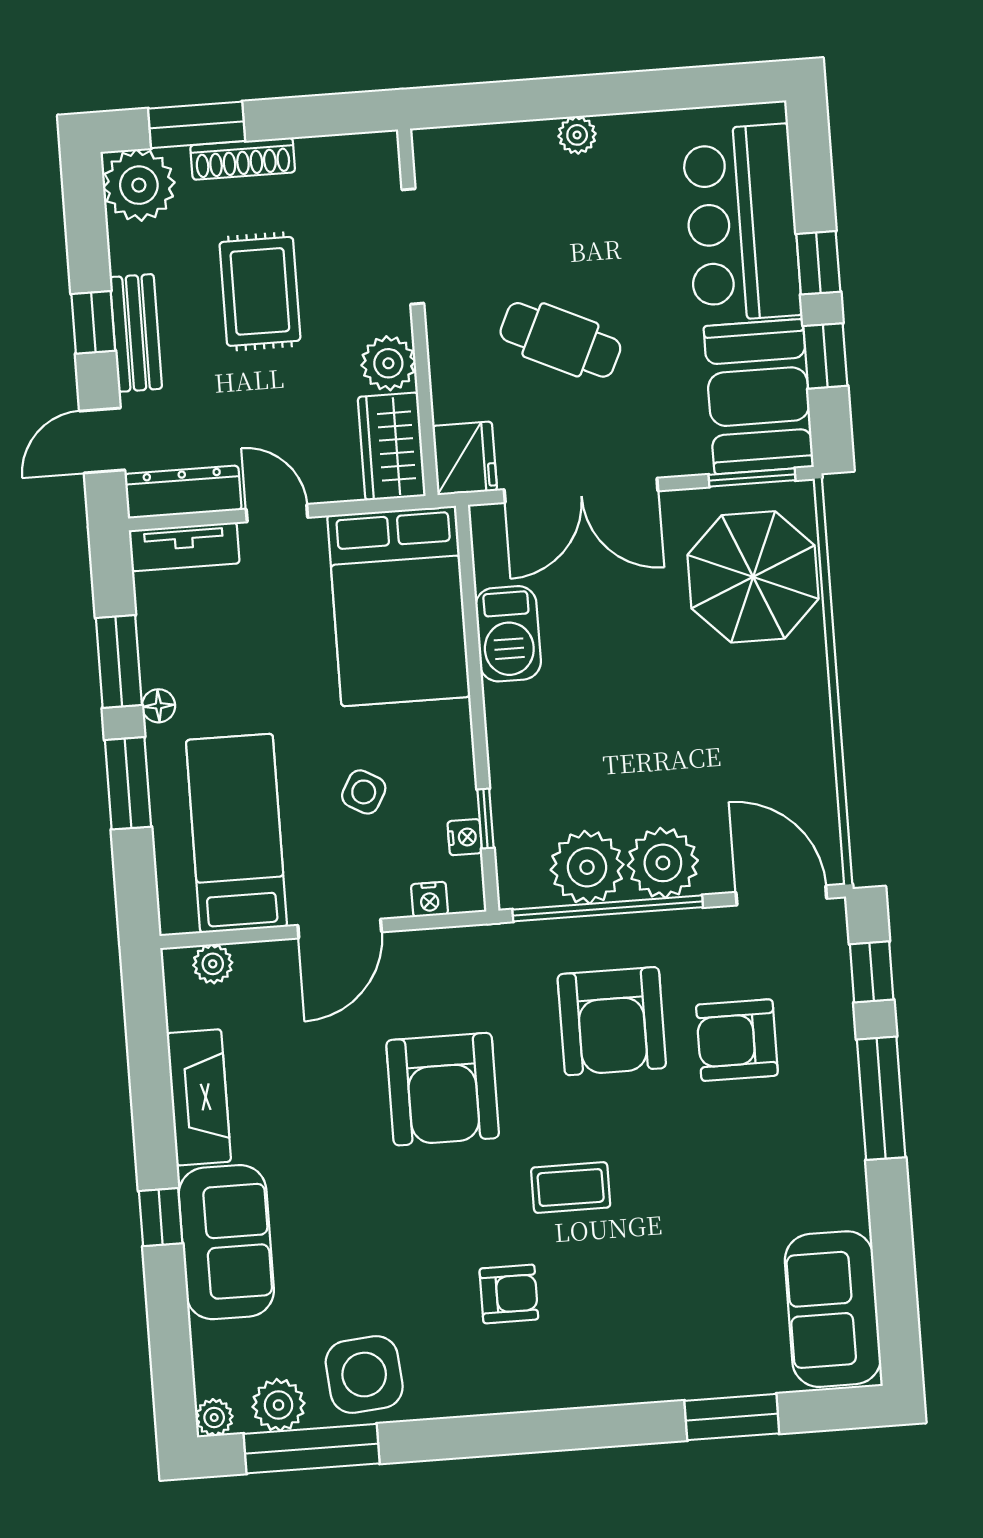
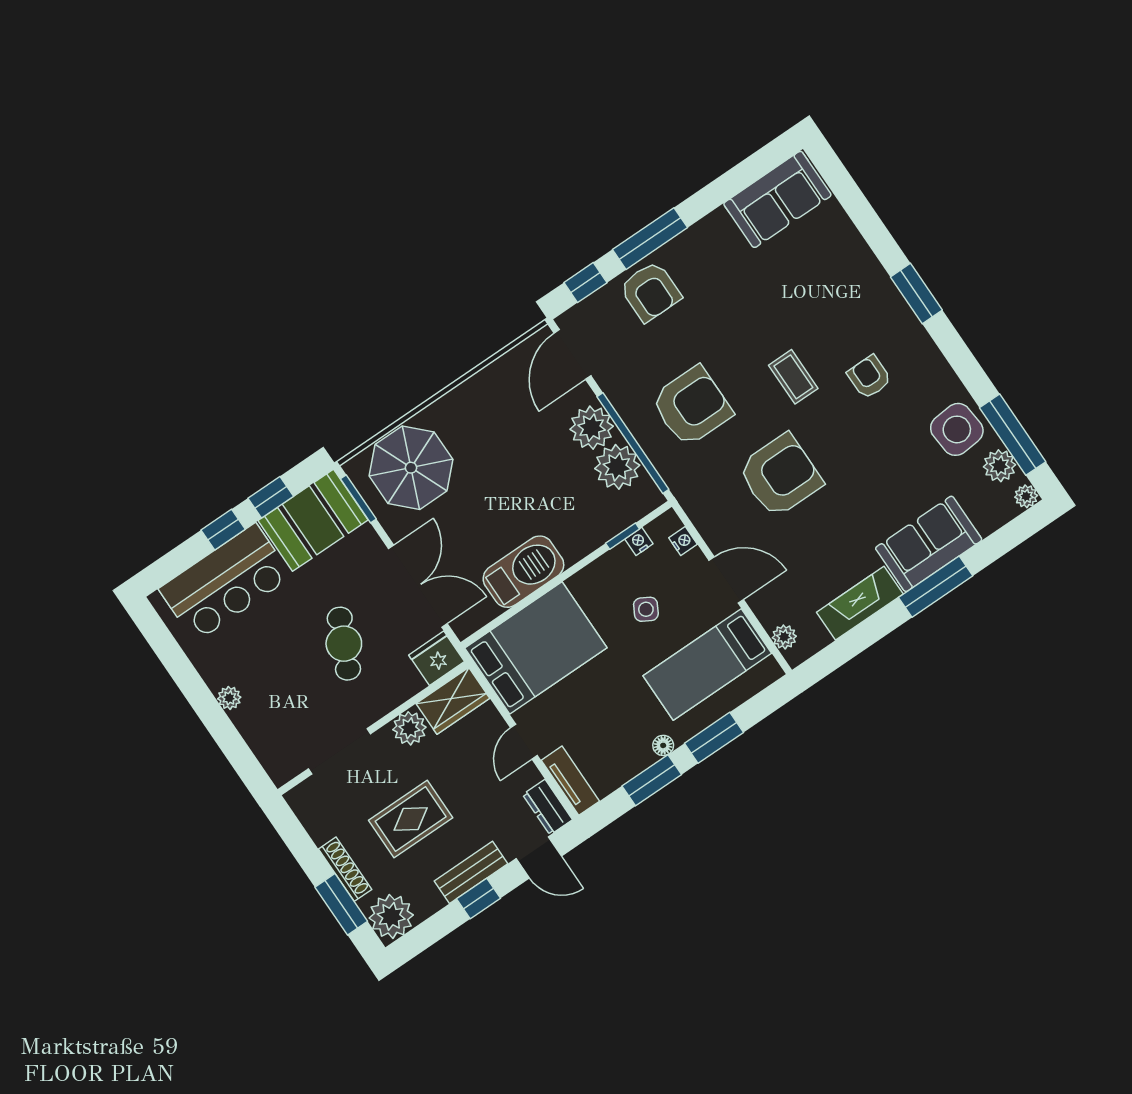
dresser: (183, 492) -> (547, 807), width x0.70
barbecue: (508, 634) -> (523, 572), width x1.37, depth x1.21
armchair: (737, 1040) -> (650, 292), moved
window: (161, 1217) -> (936, 587), width x2.17
window: (732, 1417) -> (916, 294), moved

